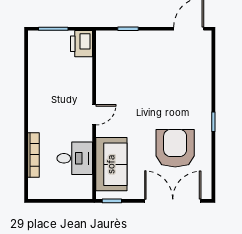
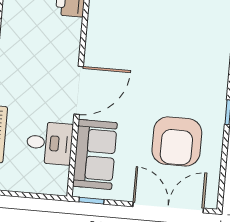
door: (94, 115) -> (79, 90), width x1.87
armchair: (175, 148) -> (177, 141), turned 180

